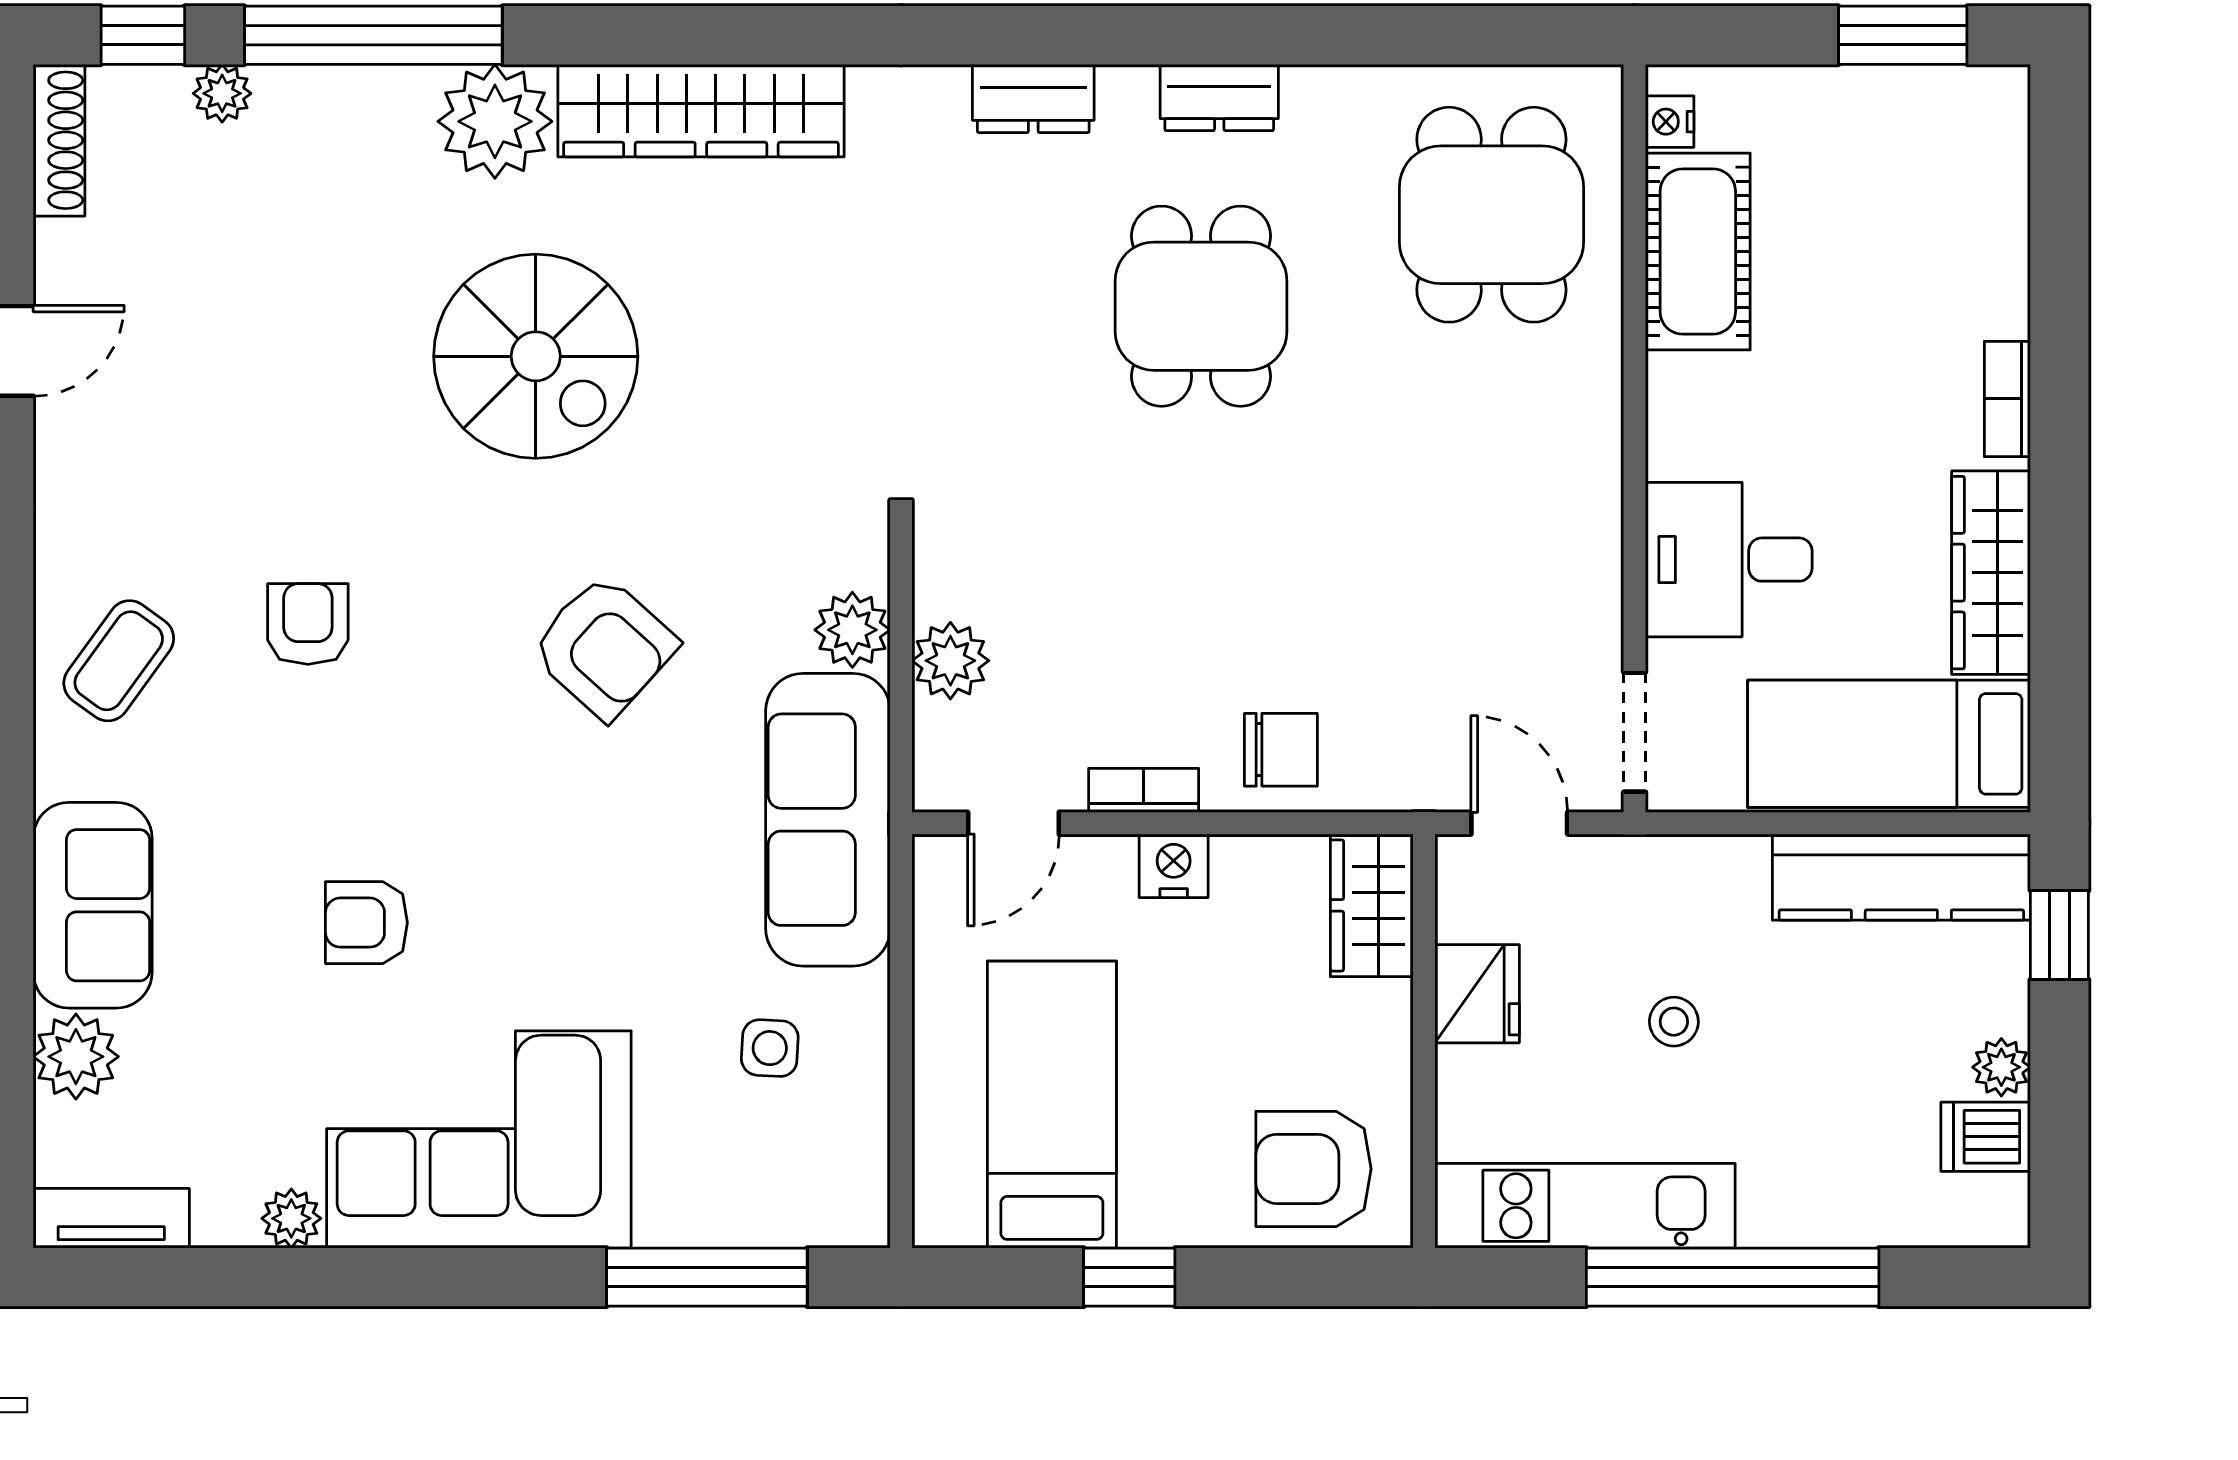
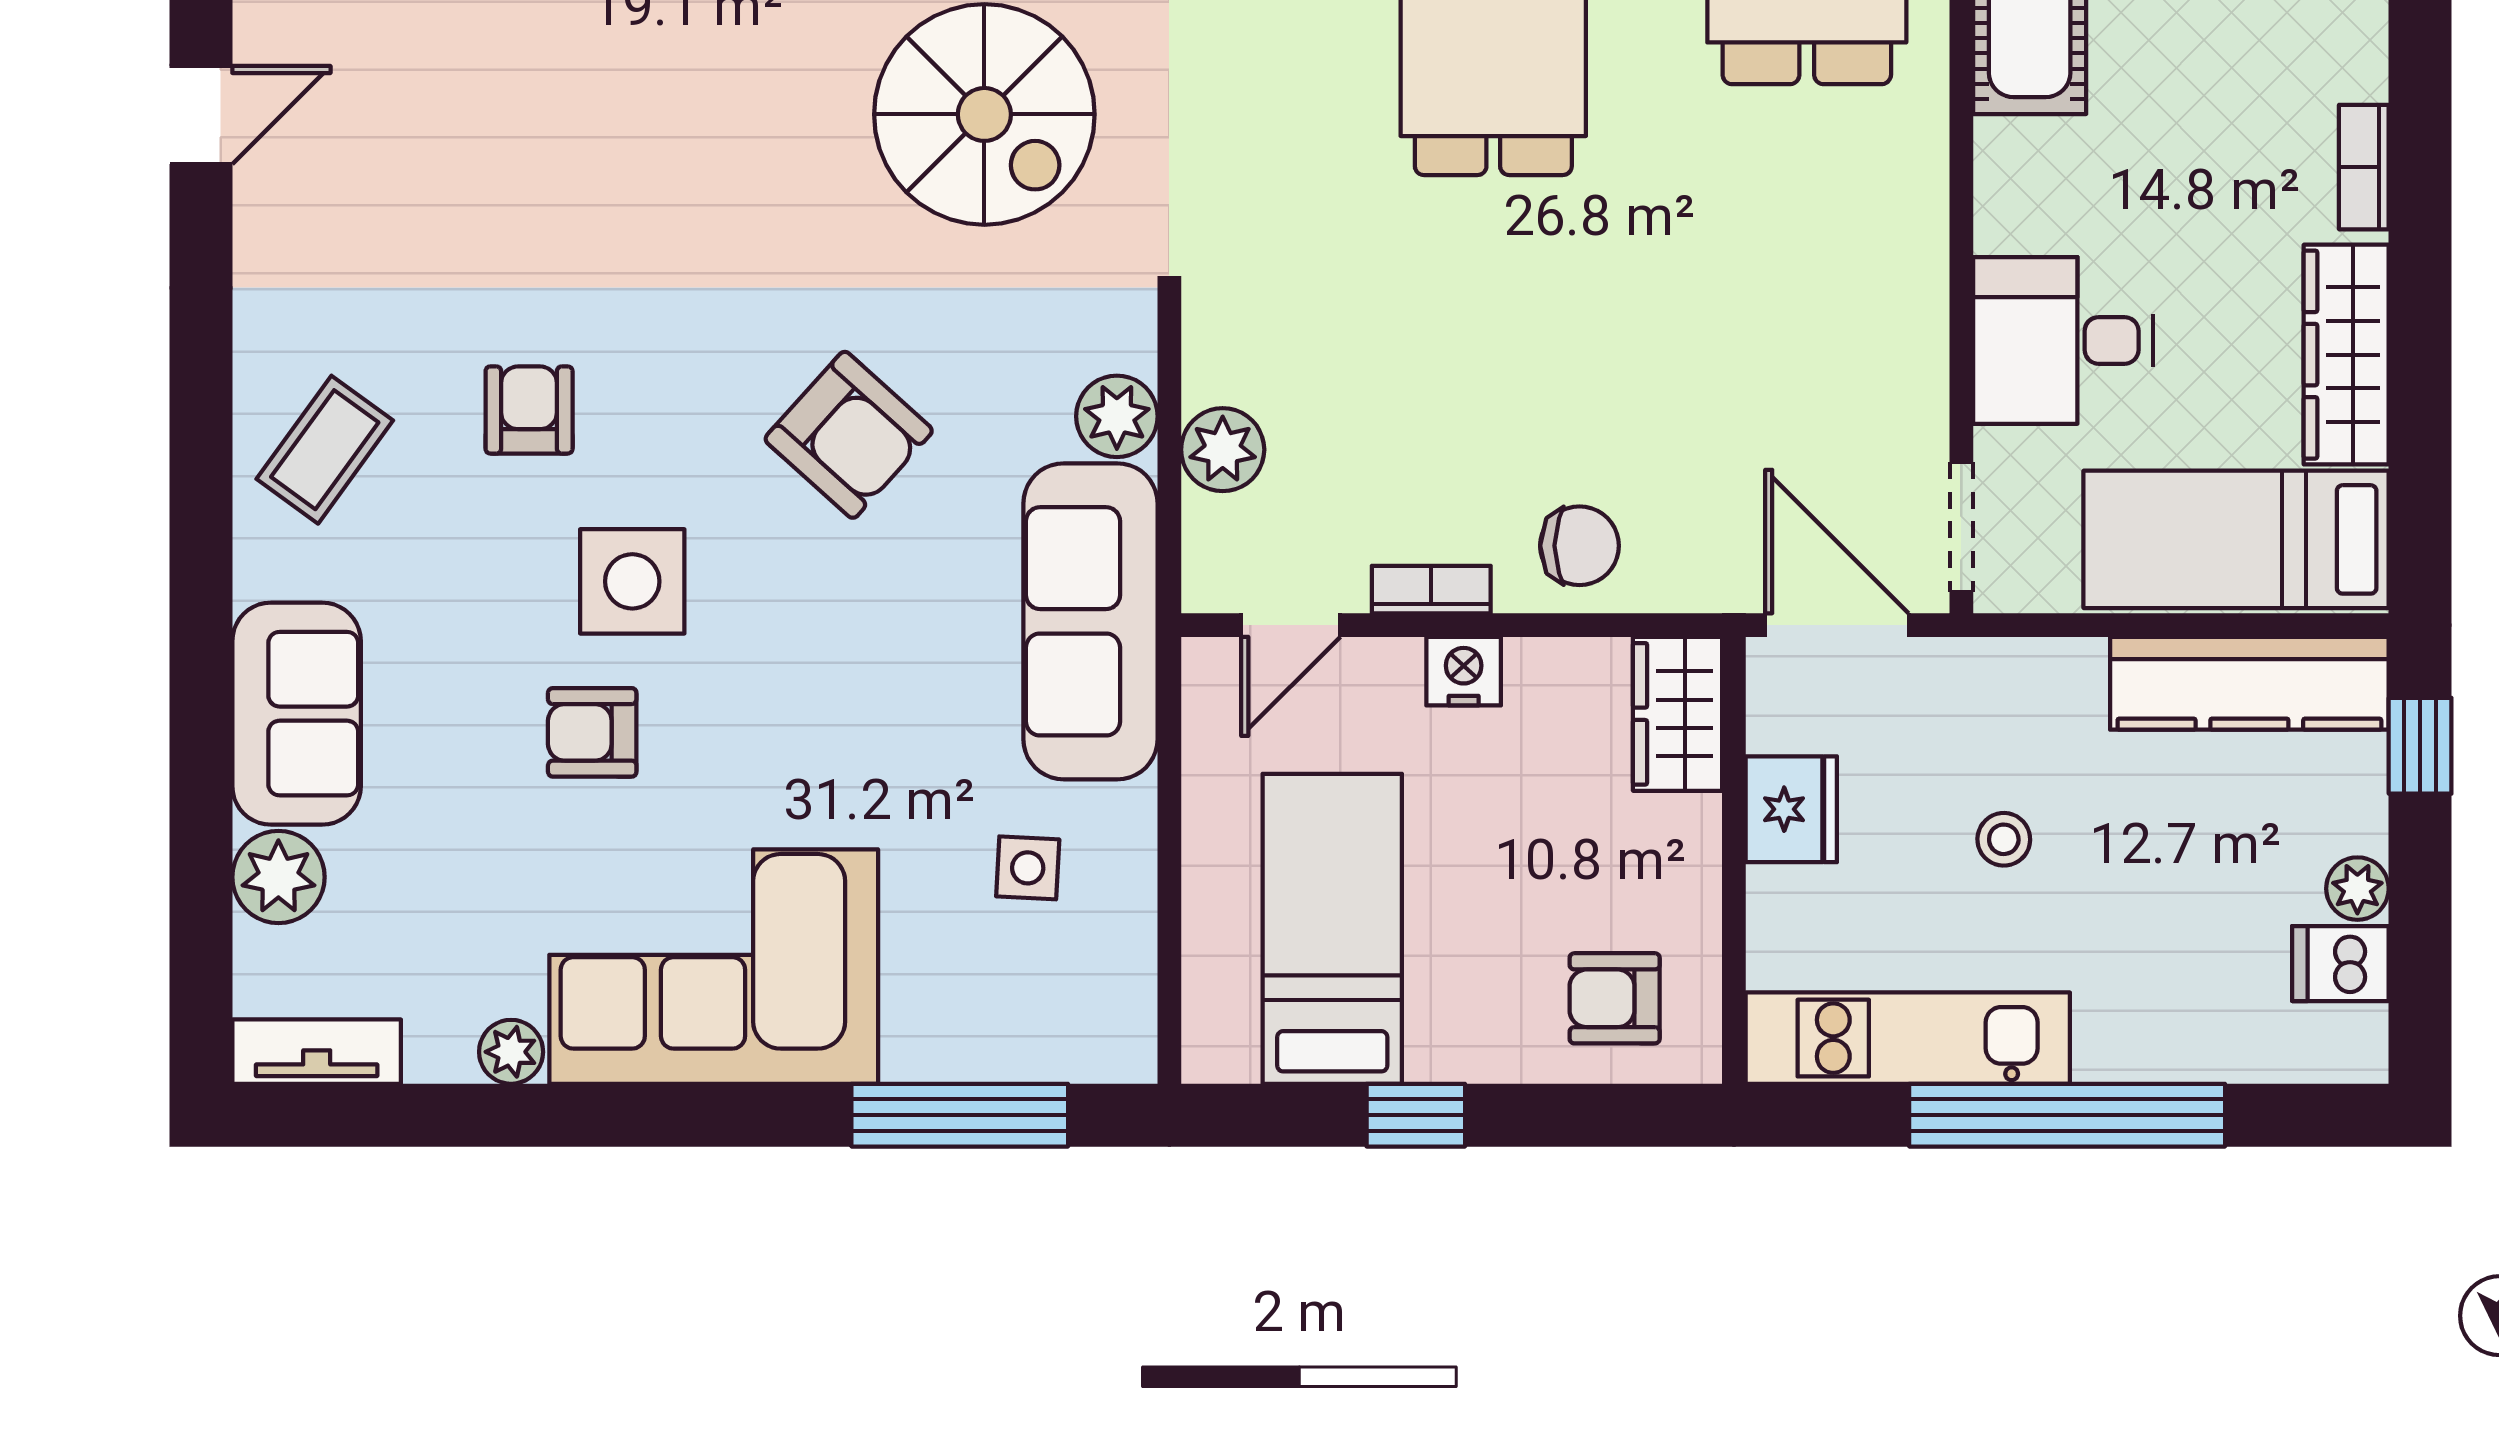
spiral stairs: (536, 356) -> (984, 114), moved
side table: (404, 783) -> (632, 581), added
door: (1519, 823) -> (1837, 625), width x1.38
armchair: (1313, 1169) -> (1615, 998), width x0.72, depth x0.72

